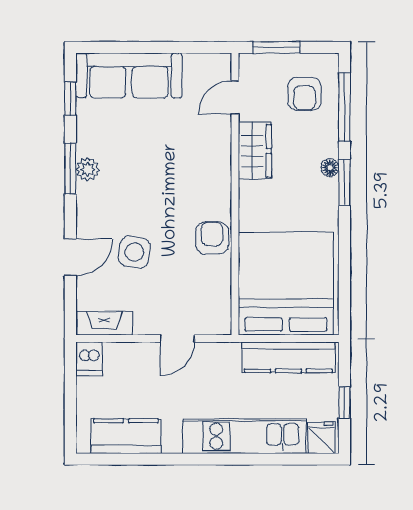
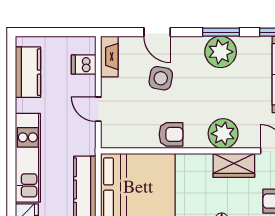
plant: (211, 166) -> (223, 134), added
plant: (88, 169) -> (221, 52), width x1.88, depth x1.88
dishwasher: (89, 359) -> (84, 65), moved

